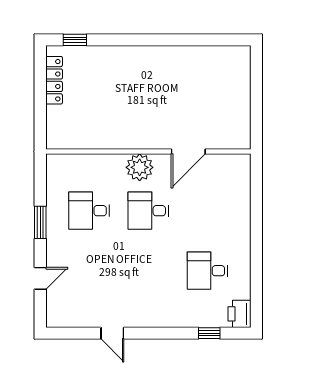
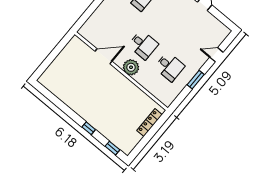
window: (128, 40) -> (89, 128), added
locker: (54, 80) -> (149, 123), moved

